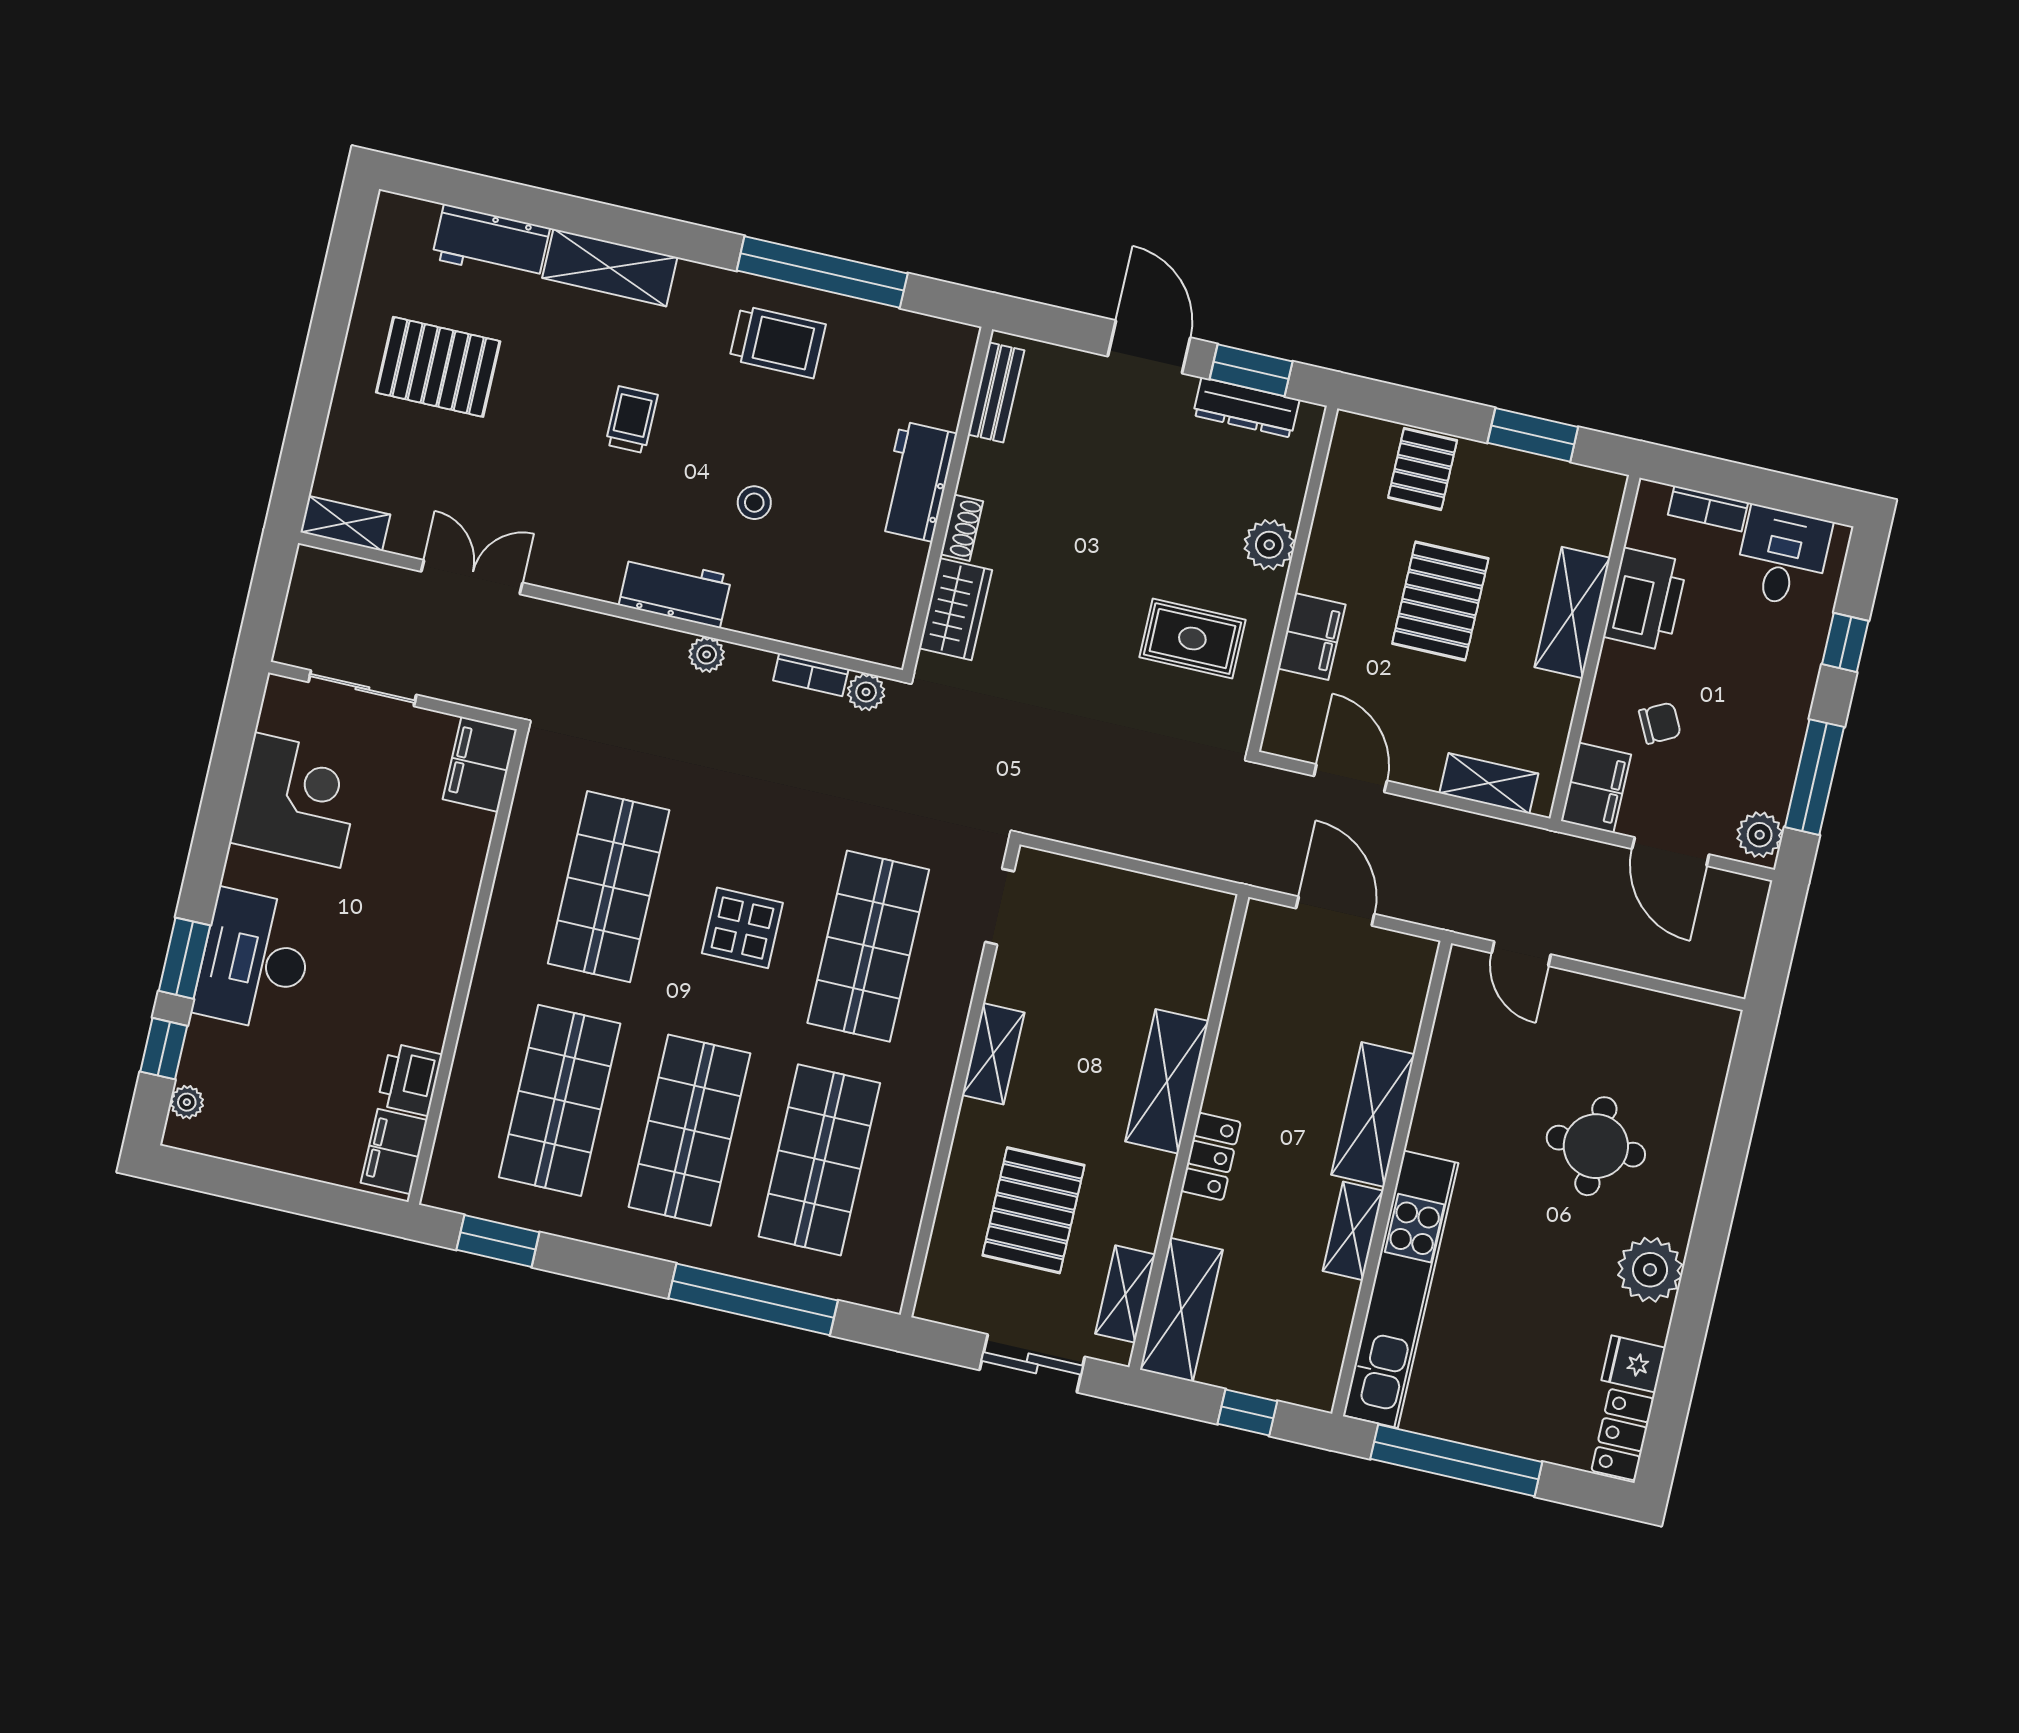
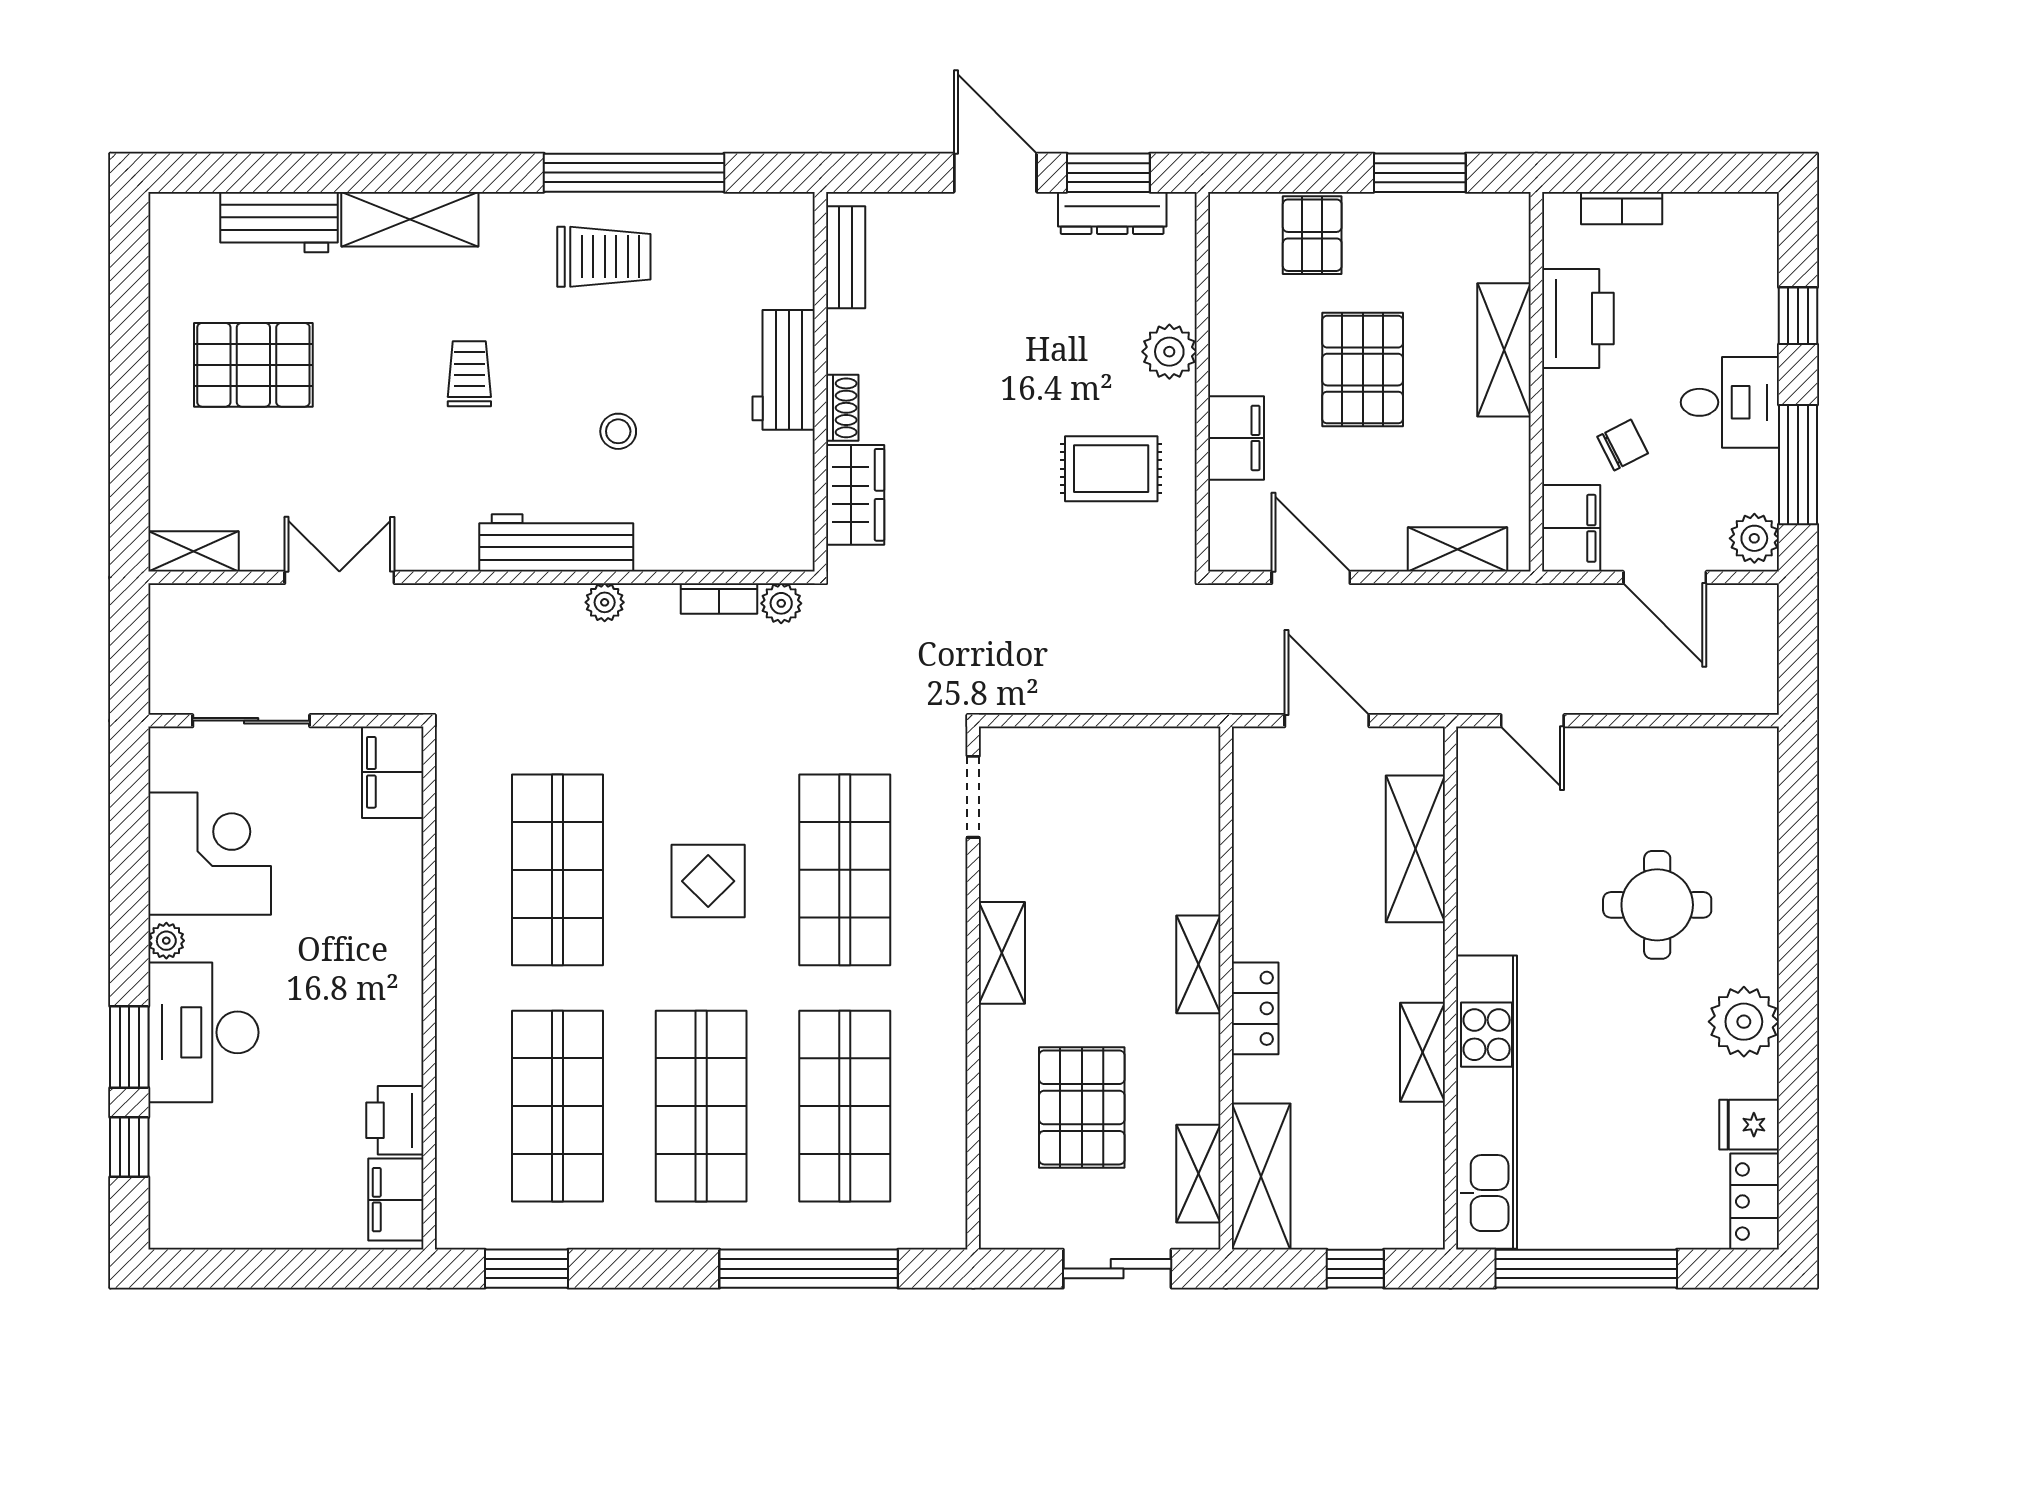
desk: (1783, 557) -> (1730, 402), moved, turned 90
workbench: (675, 591) -> (556, 543), width x1.37
shelving: (1167, 1081) -> (1198, 964), width x0.67, depth x0.75
plant: (187, 1102) -> (166, 941), moved
shelving: (1373, 1115) -> (1415, 849), moved

